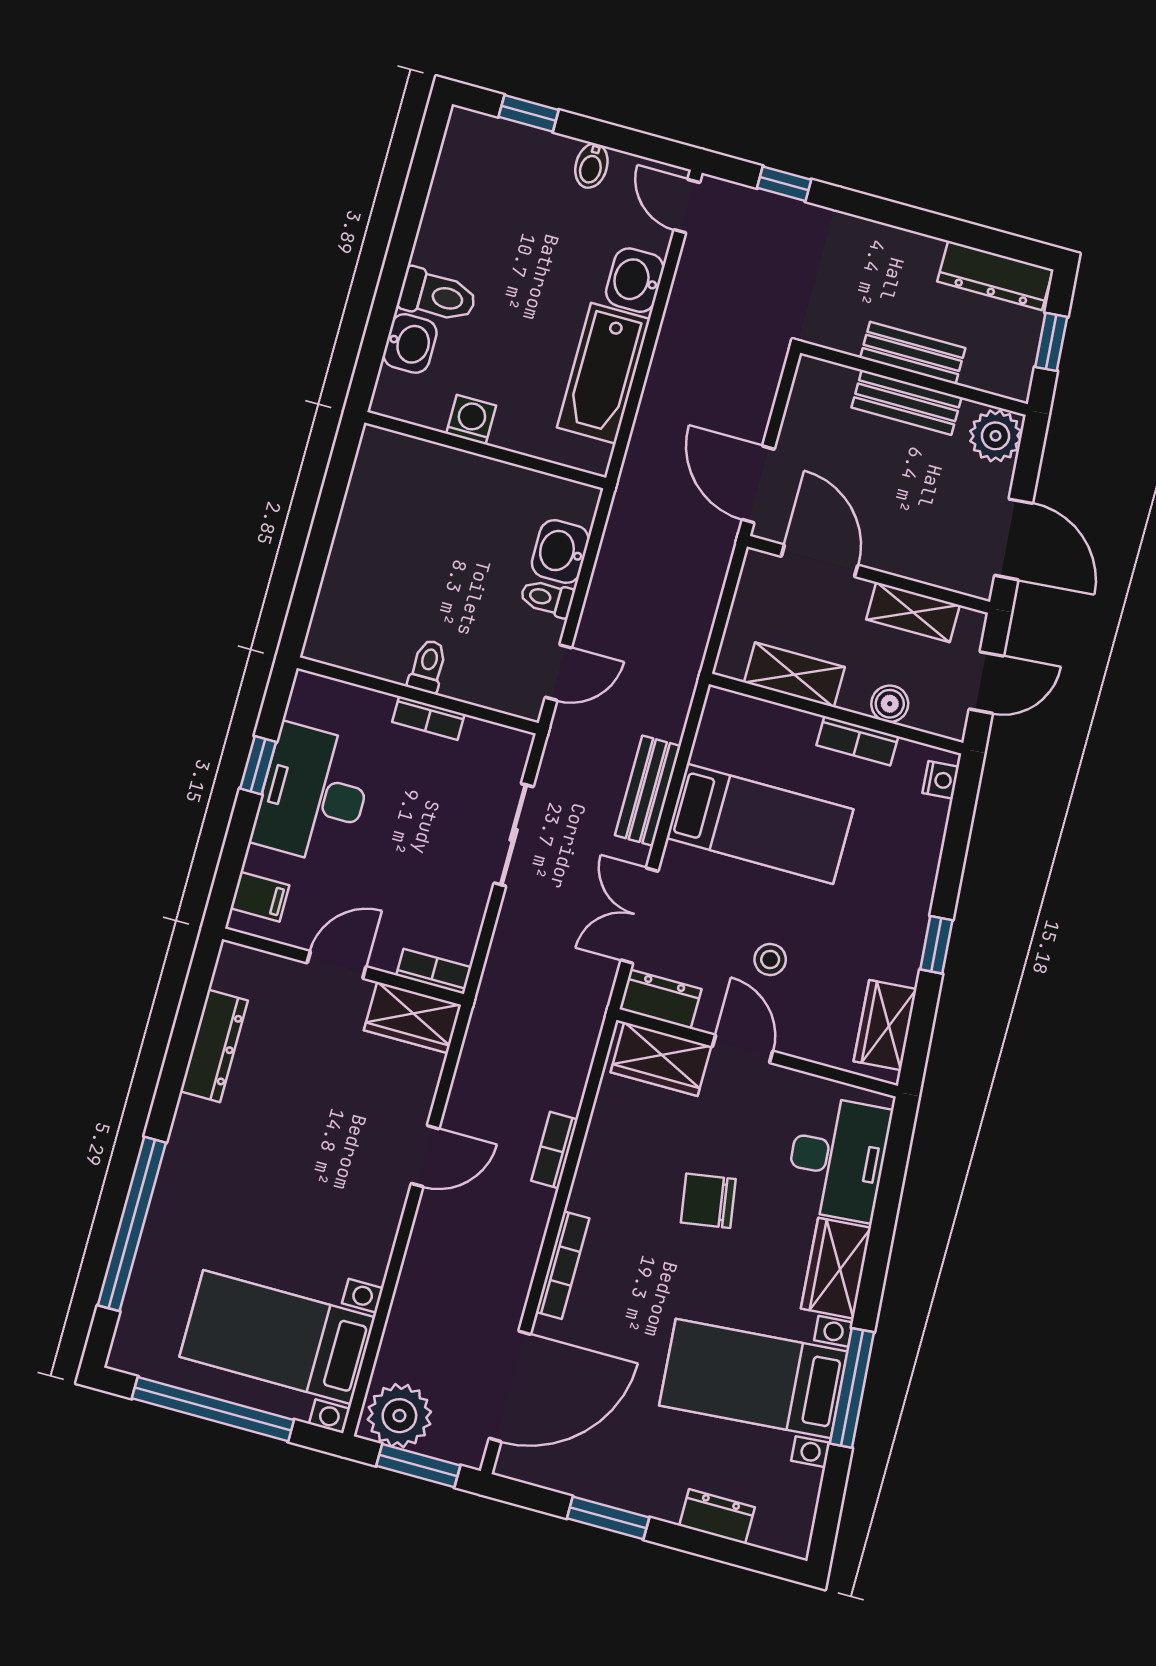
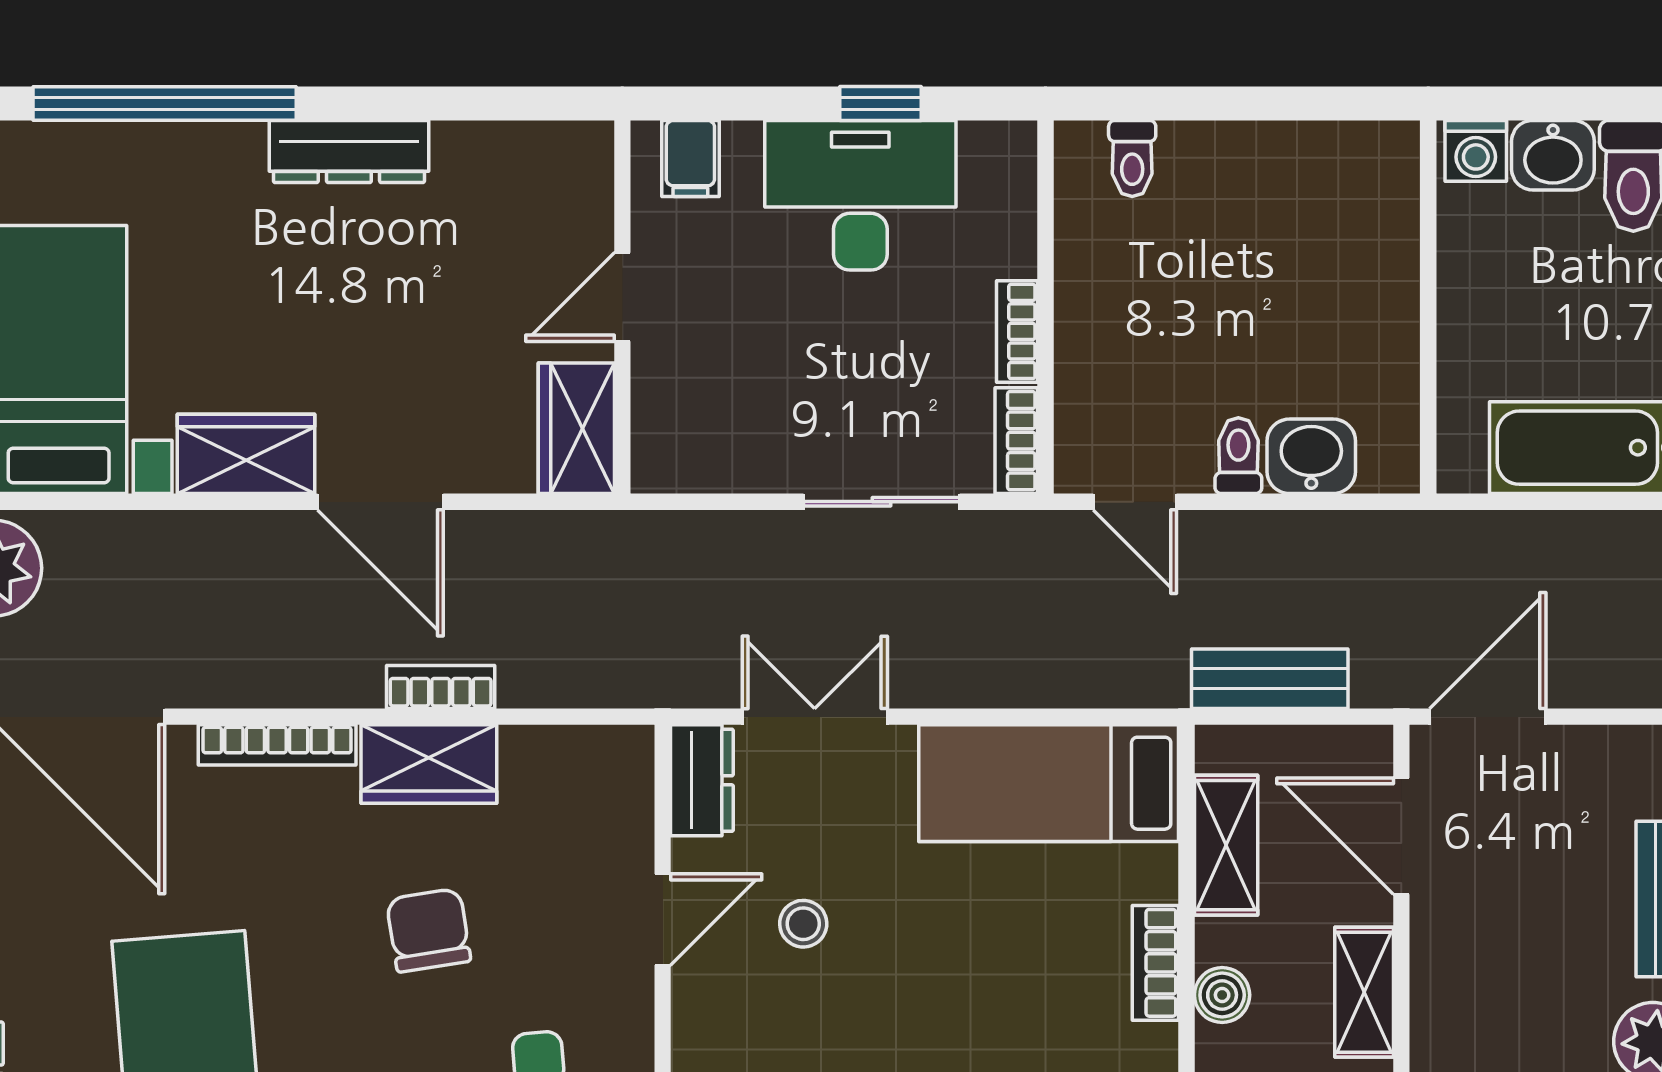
washing machine: (471, 420) -> (1476, 151), moved, turned 90
door: (820, 561) -> (1401, 836), swing flipped
toilet: (428, 666) -> (1132, 158), moved, turned 90
bench: (648, 791) -> (1270, 679), moved
bed: (760, 824) -> (1049, 783), moved, turned 90
door: (337, 965) -> (622, 297), swing flipped
bookcase: (434, 971) -> (1016, 441), moved, turned 180
dresser: (214, 1046) -> (349, 151), moved
wardrobe: (661, 1059) -> (429, 764), moved, turned -90
door: (425, 1156) -> (380, 502), width x1.38
wardrobe: (371, 1234) -> (246, 454), added

